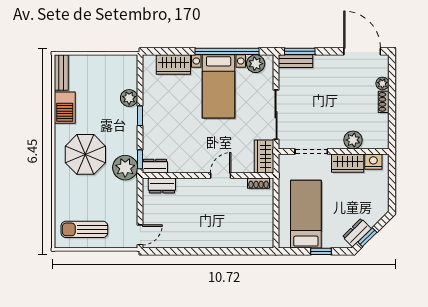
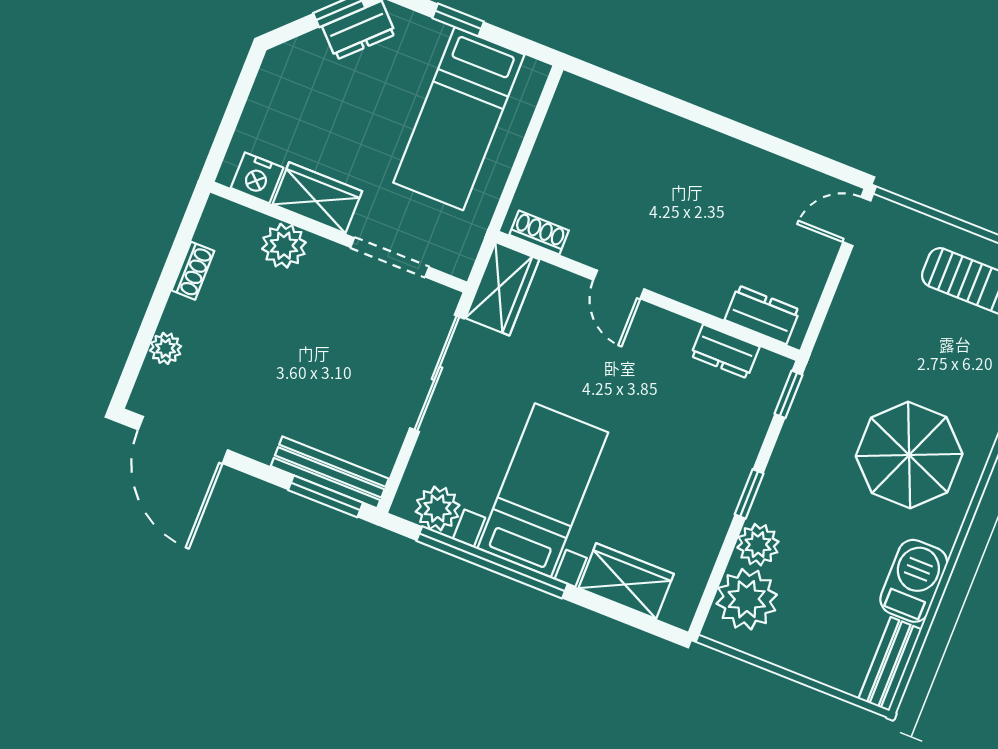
bench: (296, 61) -> (330, 472), width x1.36
shoe rack: (384, 102) -> (193, 271), moved
dresser: (155, 166) -> (725, 351), moved
plant: (125, 168) -> (747, 599), moved
door: (221, 175) -> (619, 285), hinge flipped

